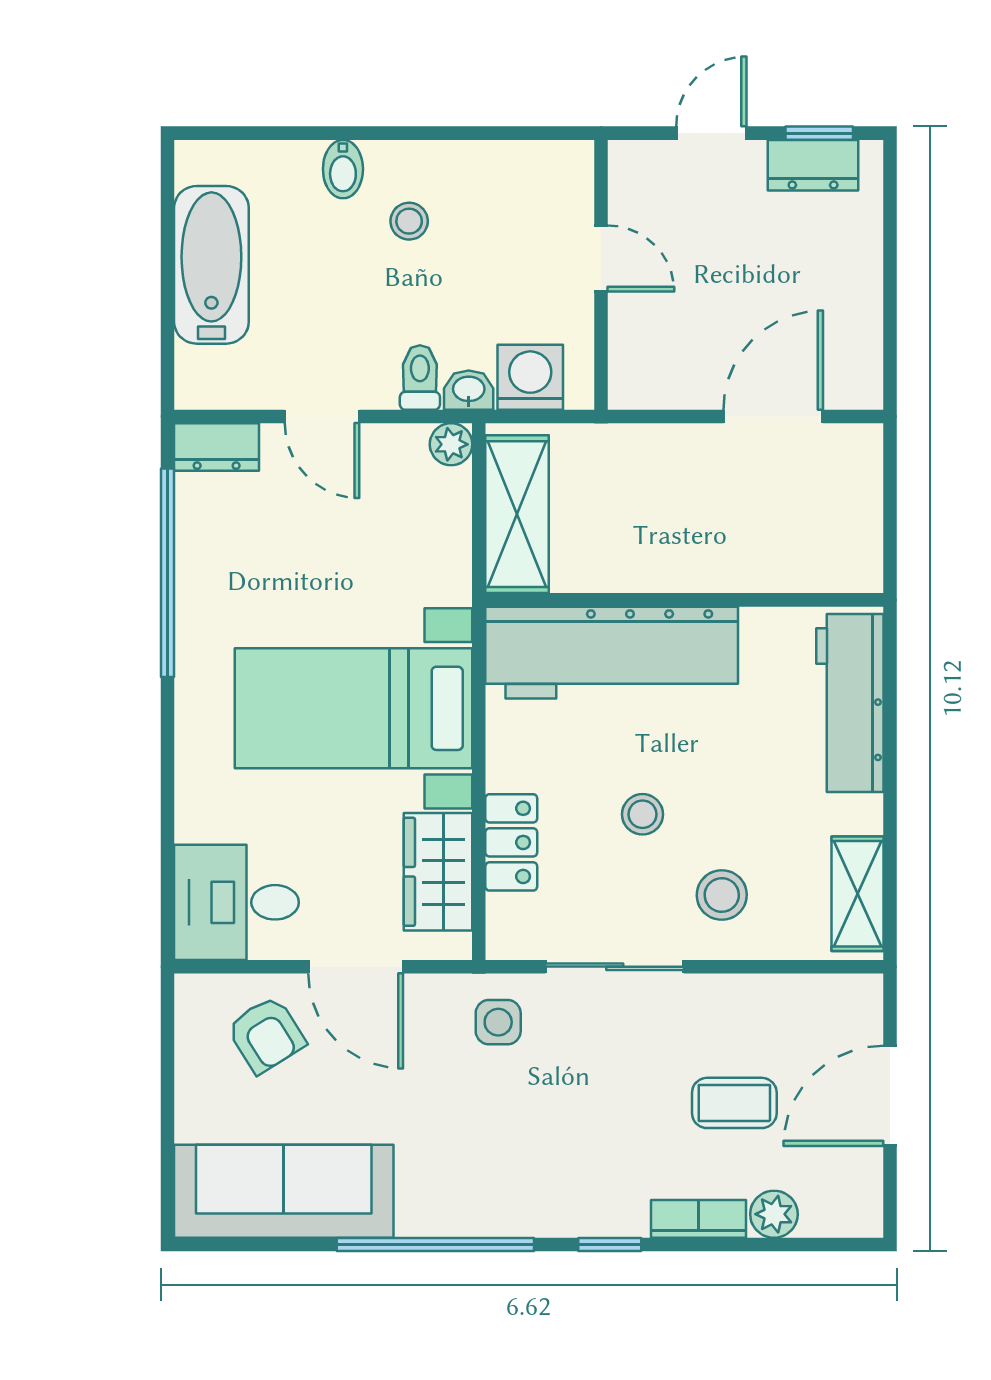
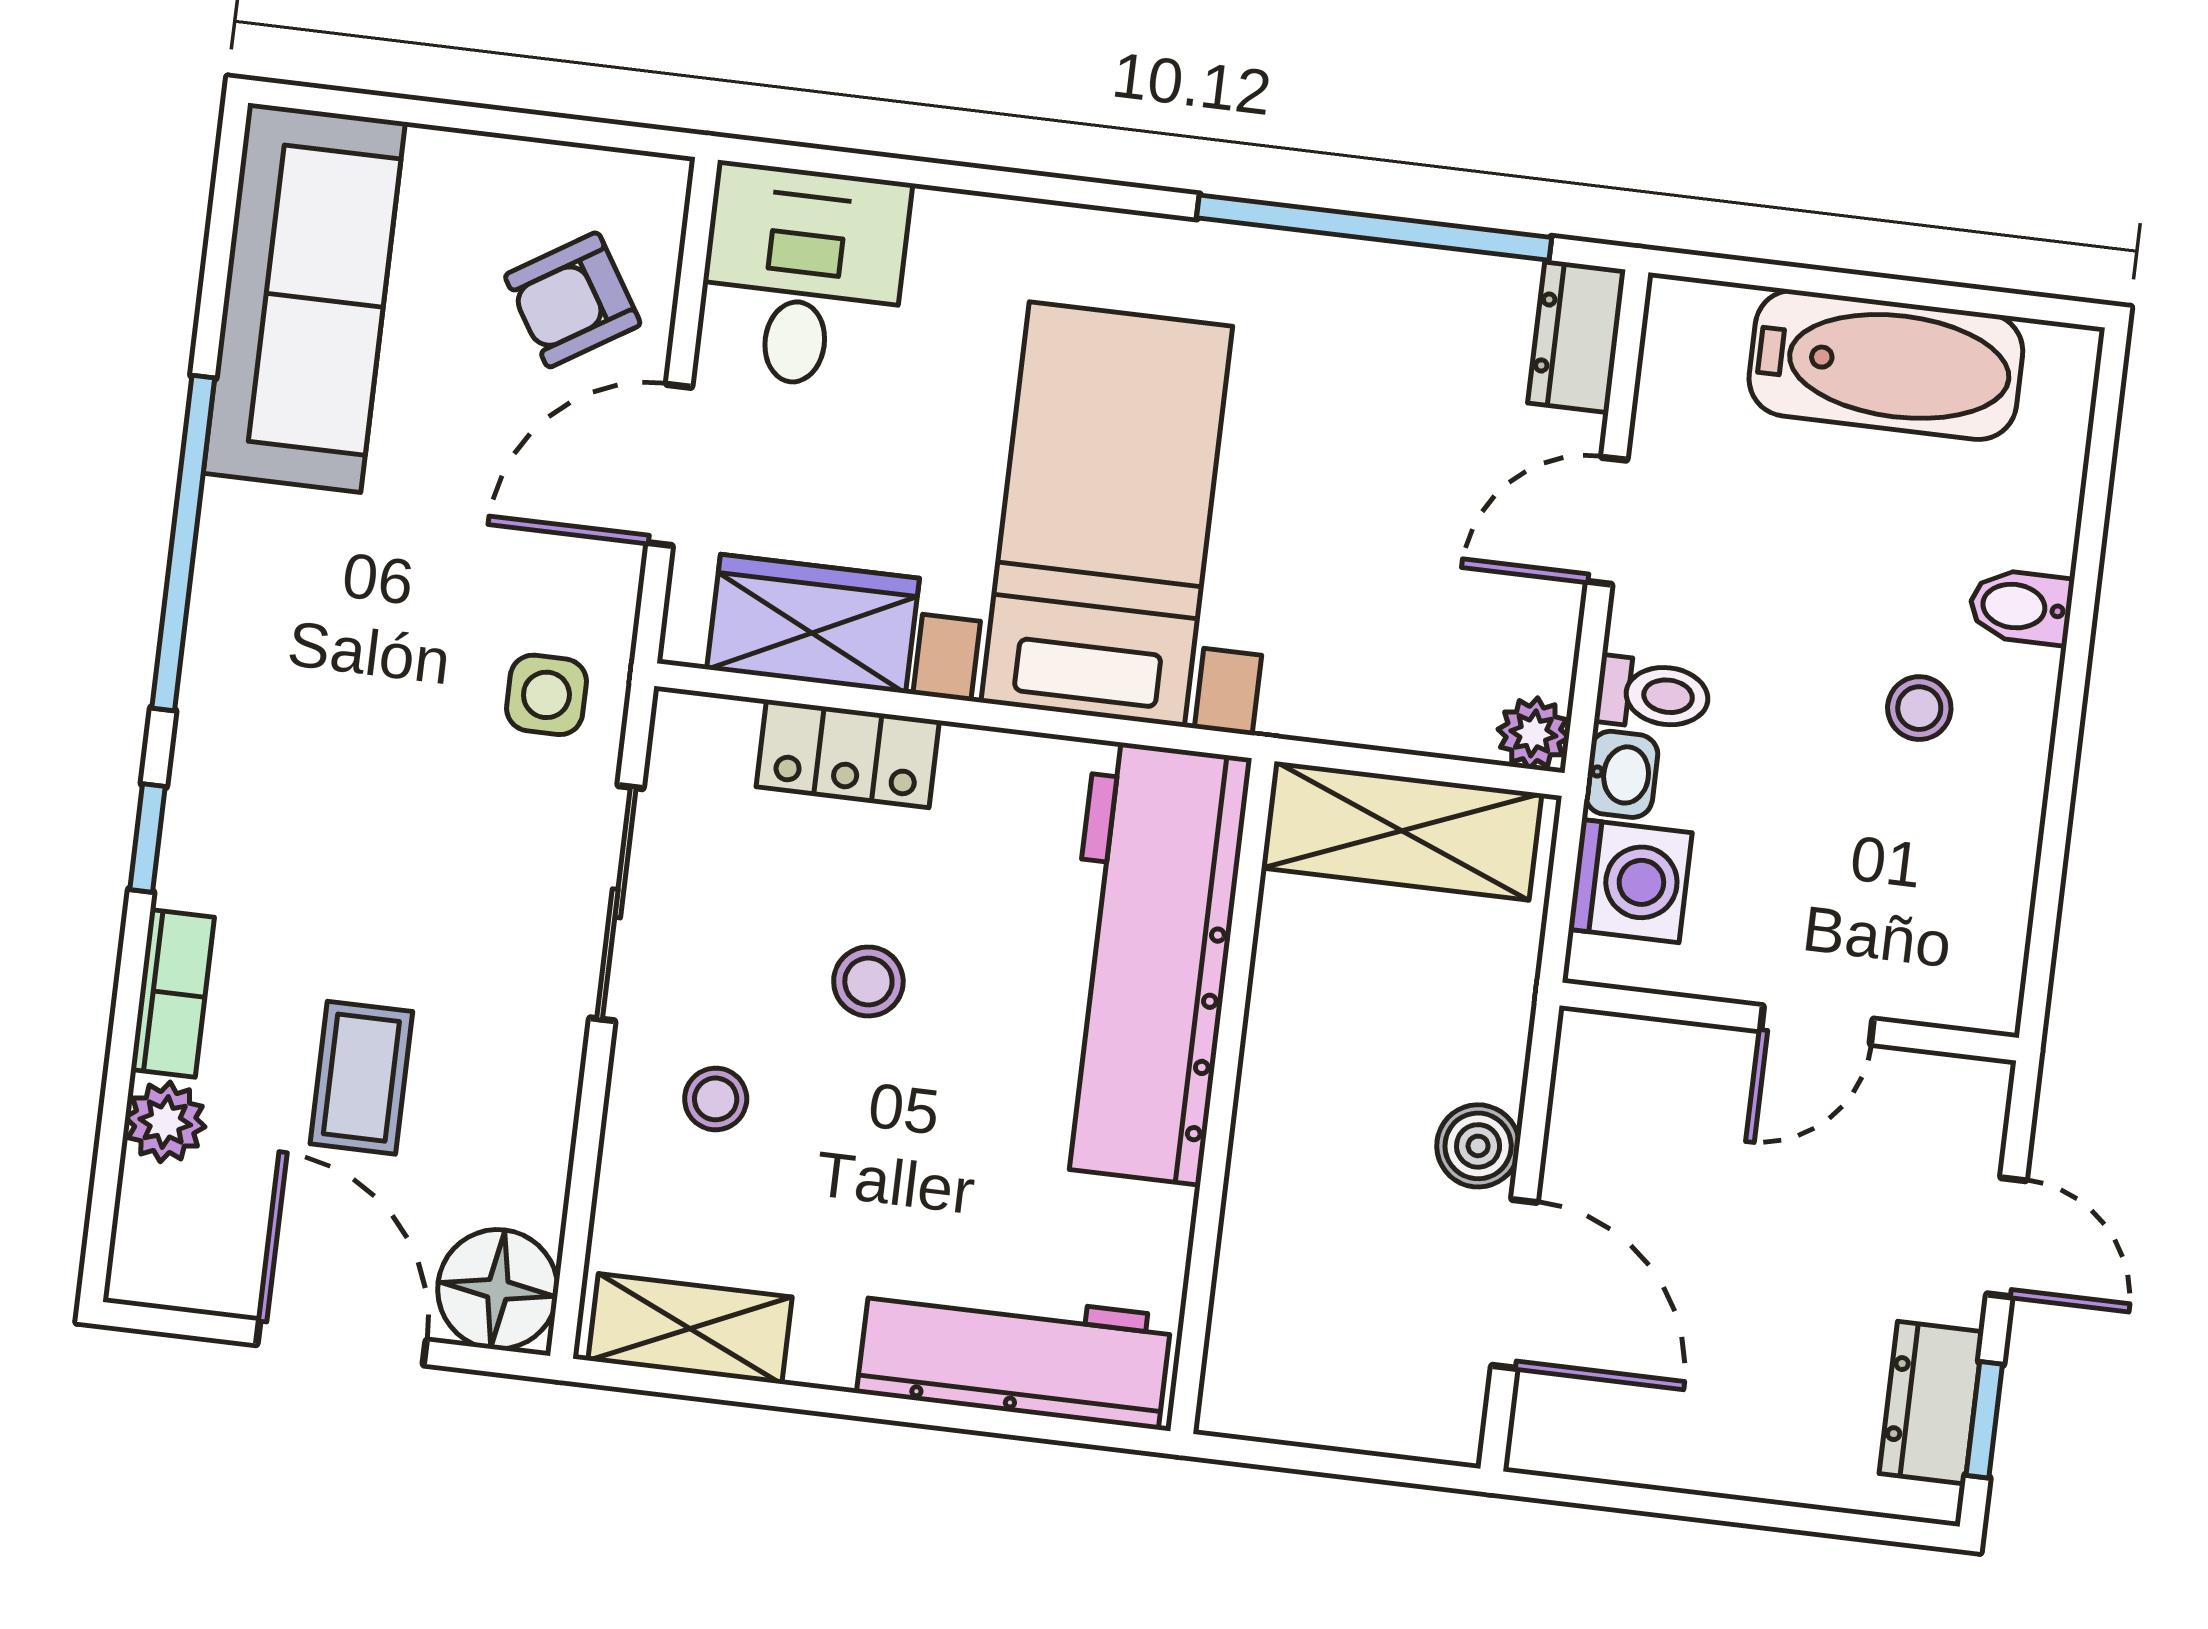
boiler: (695, 447) -> (1478, 1146), added
stool: (722, 895) -> (716, 1099), width x0.73, depth x0.73
floor lamp: (848, 1009) -> (498, 1289), added

